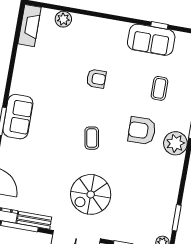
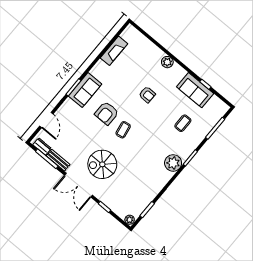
plant: (63, 19) -> (167, 62), moved
fireplace: (29, 26) -> (114, 51), moved
armchair: (142, 131) -> (107, 113), moved, turned -89

